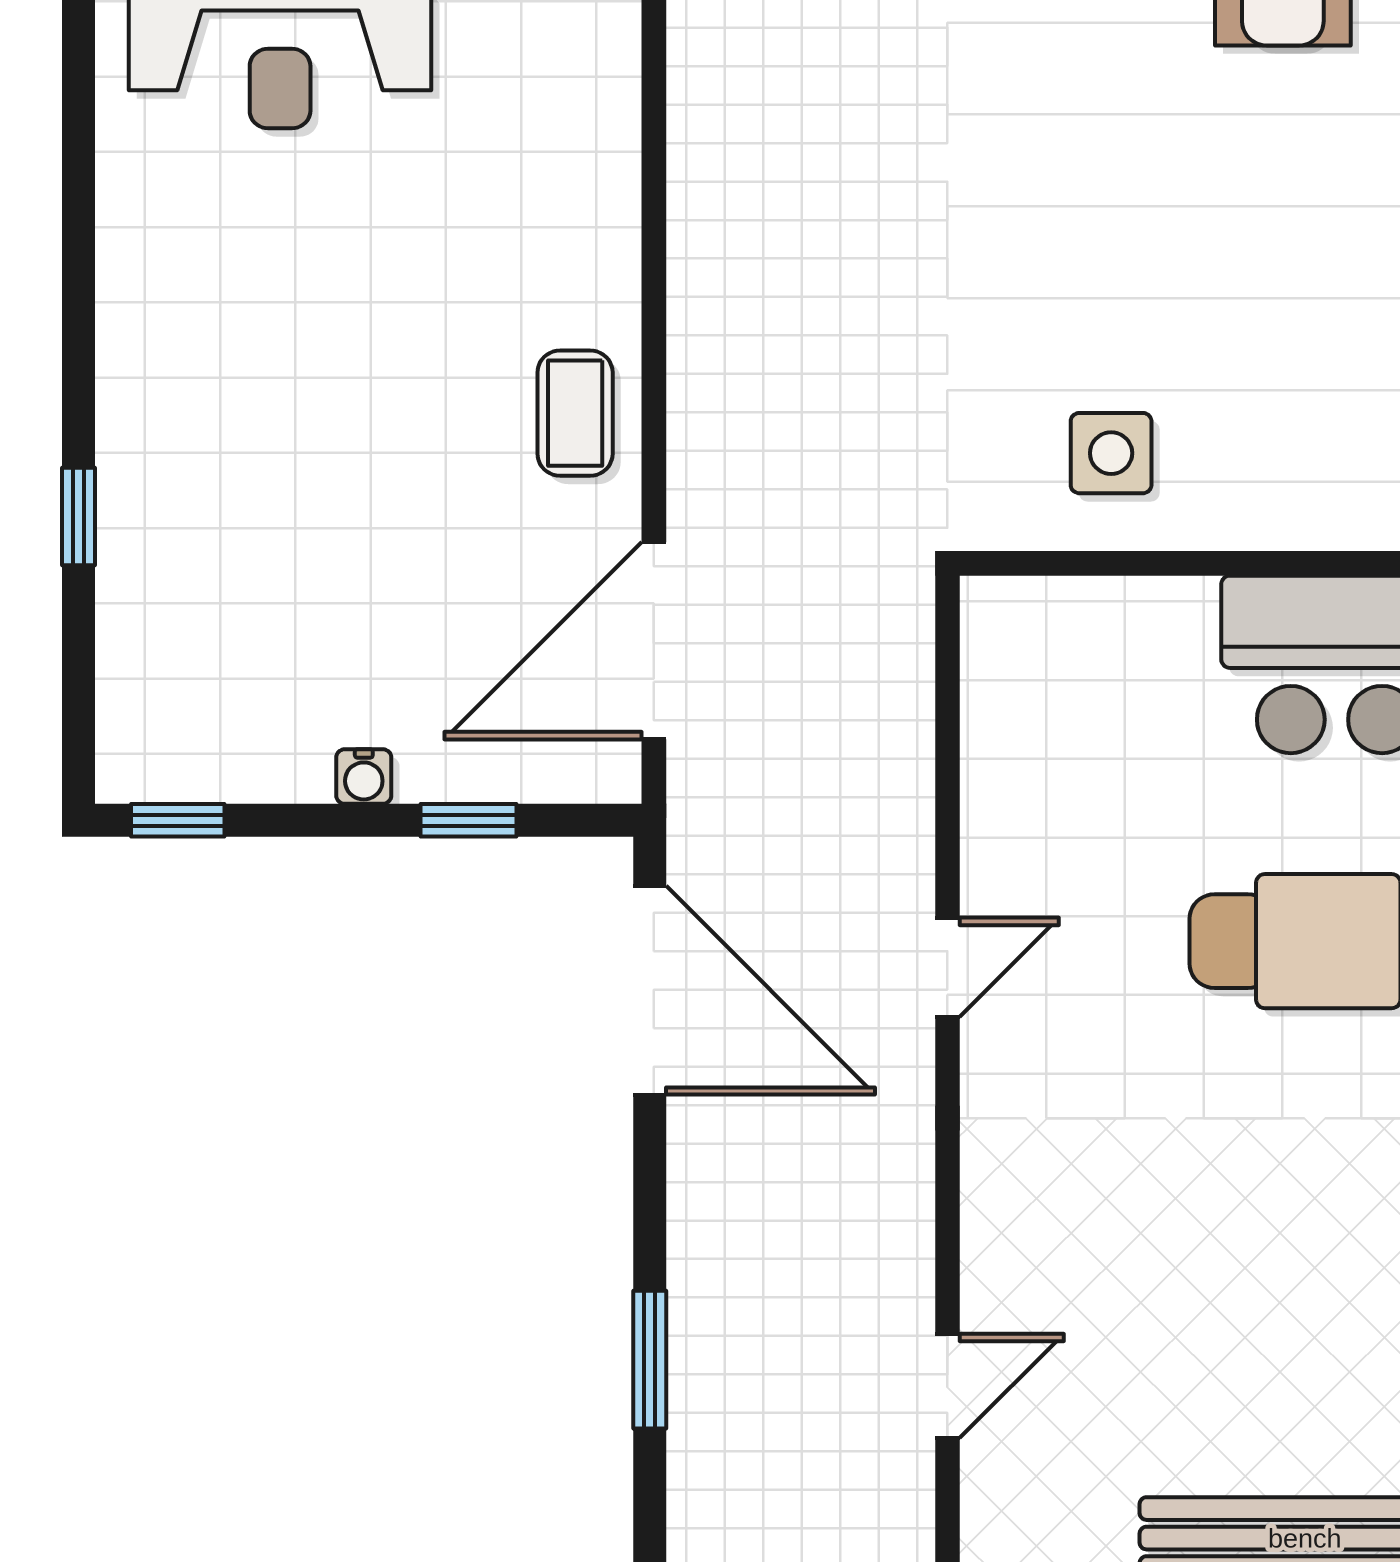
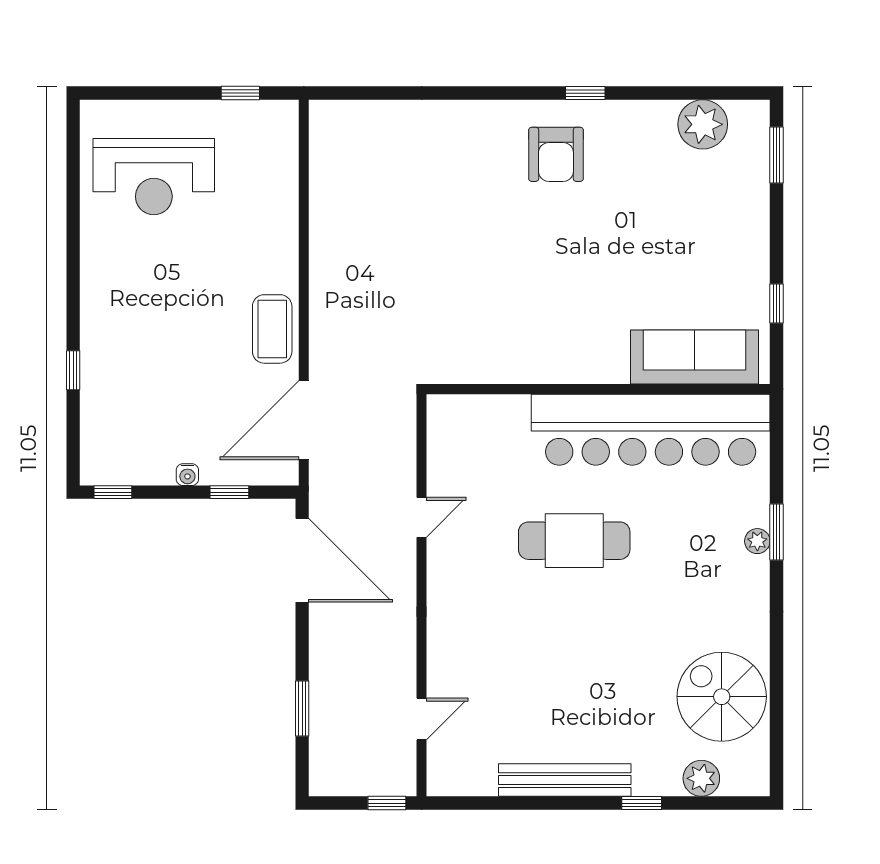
coffee table: (575, 413) -> (272, 329), width x1.36, depth x1.30
side table: (1111, 453) -> (487, 345), removed
door: (947, 967) -> (421, 517), moved

